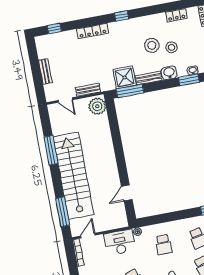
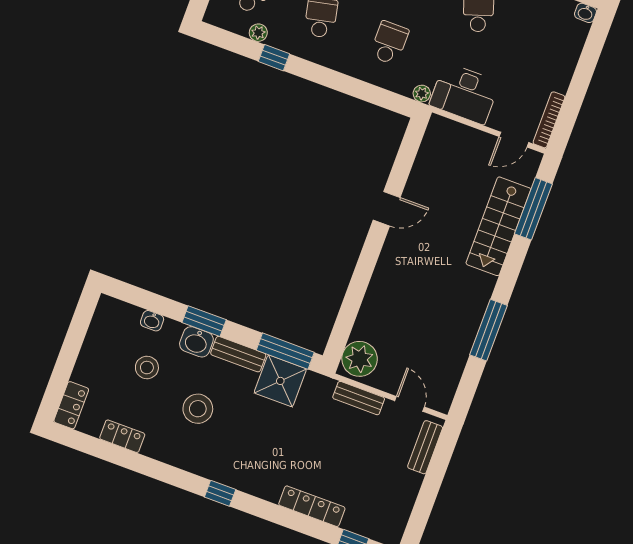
locker: (92, 31) -> (312, 506), moved
stool: (171, 47) -> (147, 368), moved
bench: (45, 71) -> (425, 447), moved
window: (189, 80) -> (204, 321), moved
stairs: (73, 176) -> (498, 226), width x0.54, depth x0.66
door: (127, 193) -> (387, 209), moved

